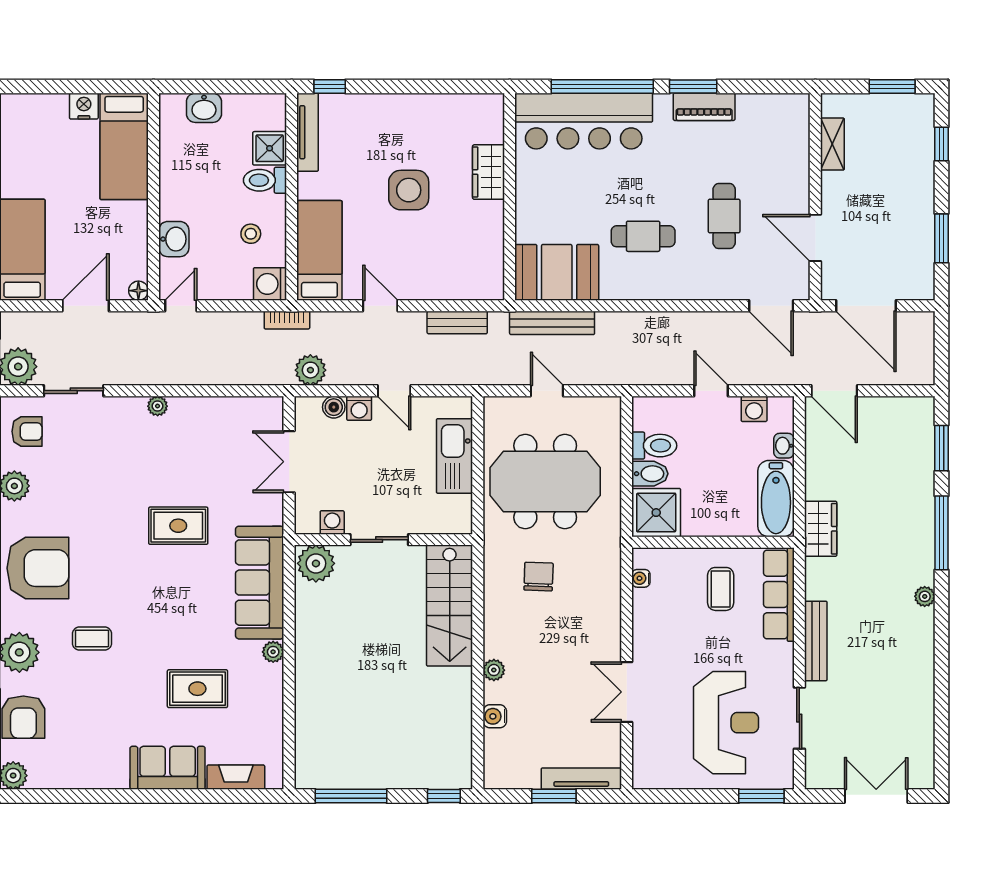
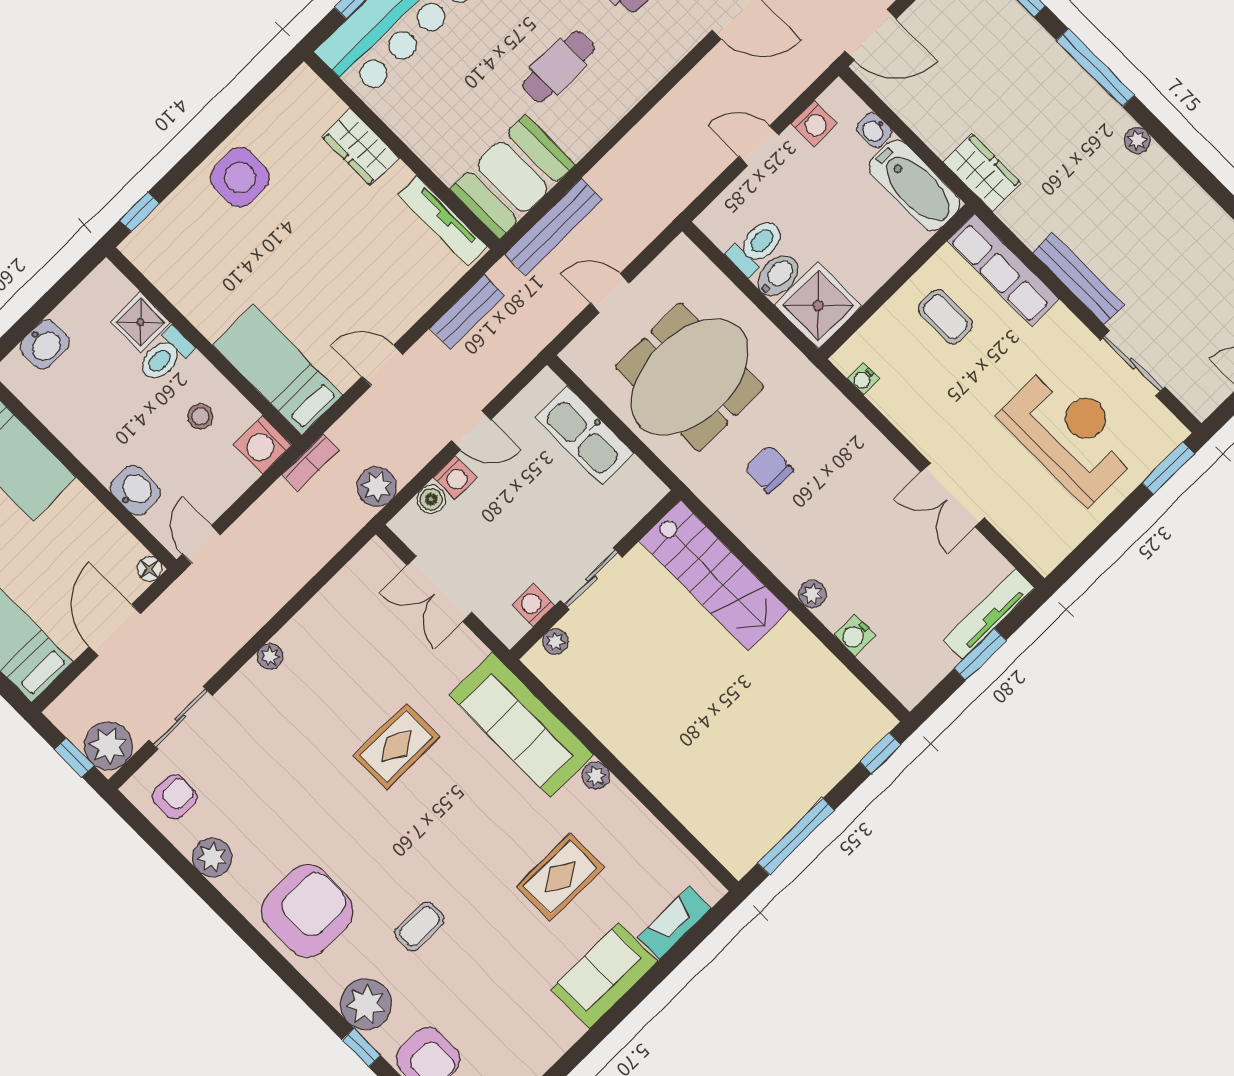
tv unit: (308, 132) -> (443, 221), moved, turned 180
side table: (409, 190) -> (240, 177), moved
plant: (316, 563) -> (555, 641), width x0.53, depth x0.53

